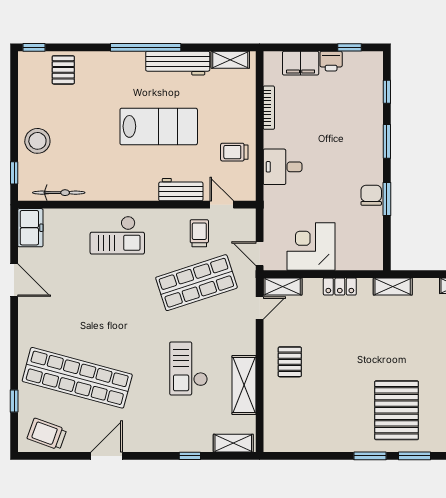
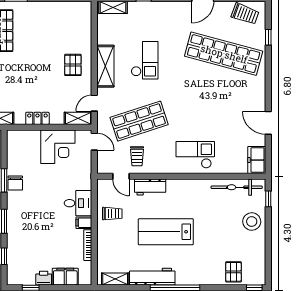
filing cabinet: (274, 139) -> (84, 223), added
bicycle: (59, 193) -> (237, 187), width x1.37, depth x1.40
shelving: (244, 385) -> (105, 66), moved

